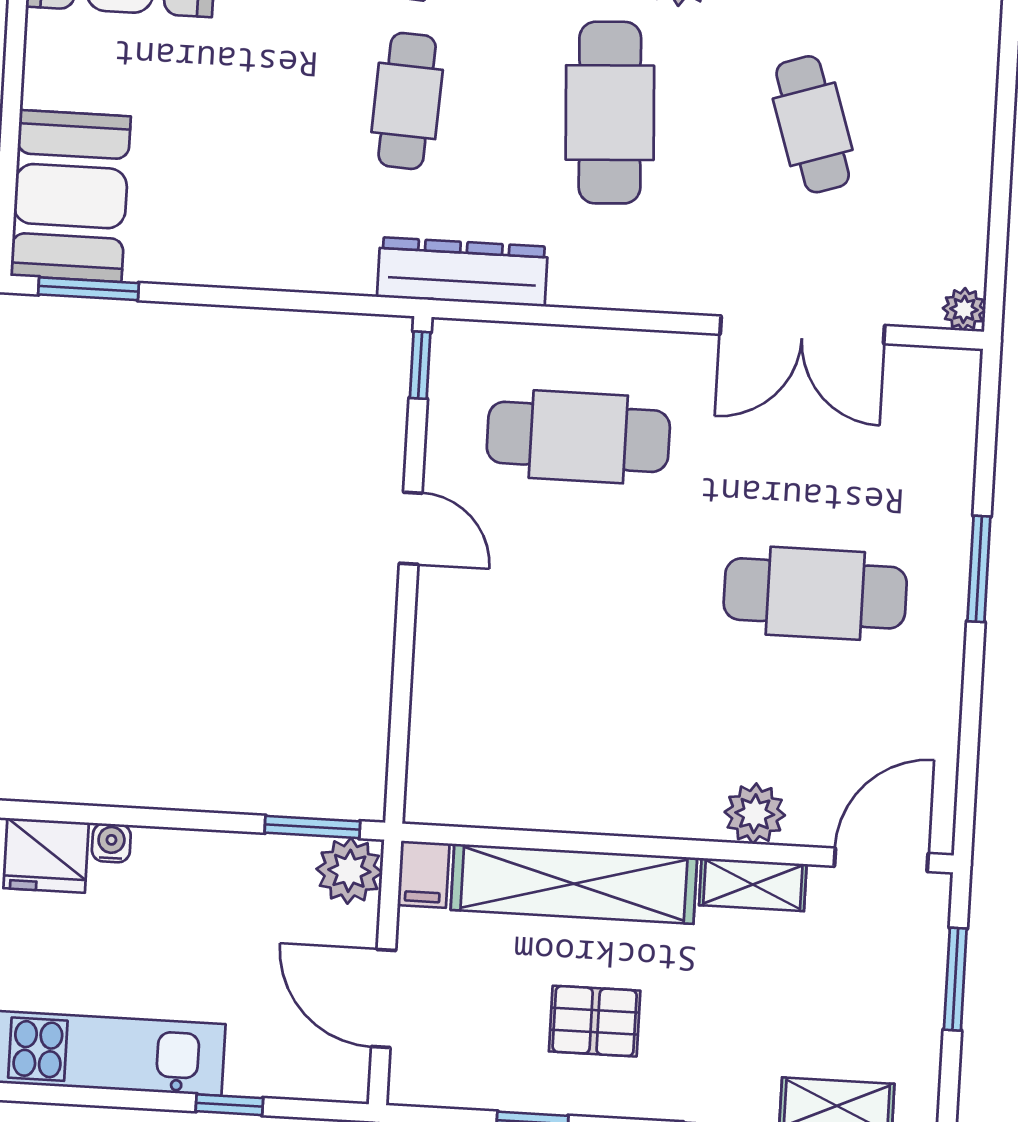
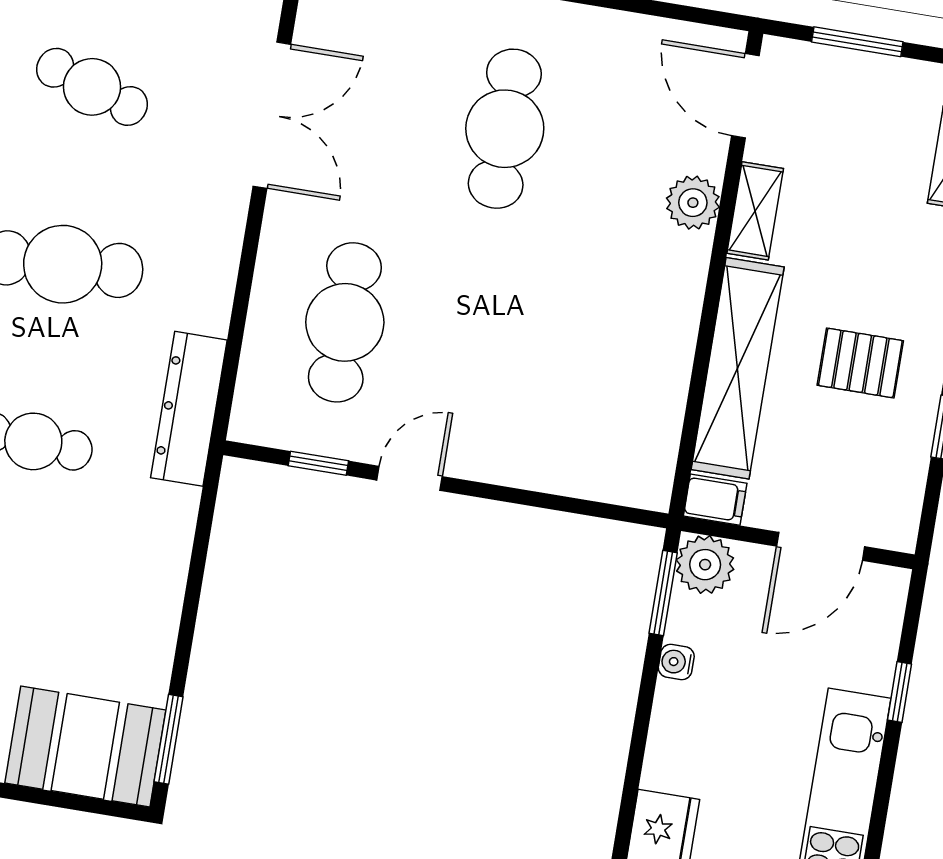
cafe table: (813, 124) -> (92, 87), turned 36
window: (420, 365) -> (318, 463), moved
water cooler: (111, 843) -> (676, 662), moved
pallet: (595, 1021) -> (860, 363), turned 90

